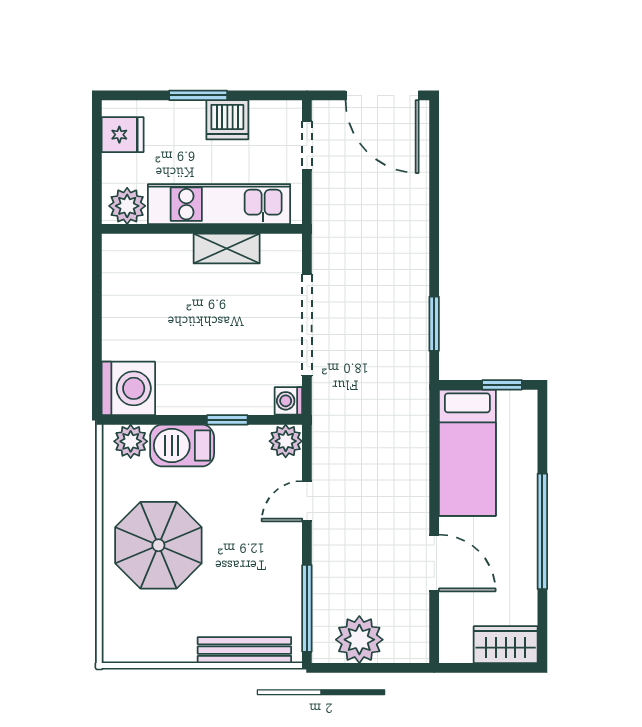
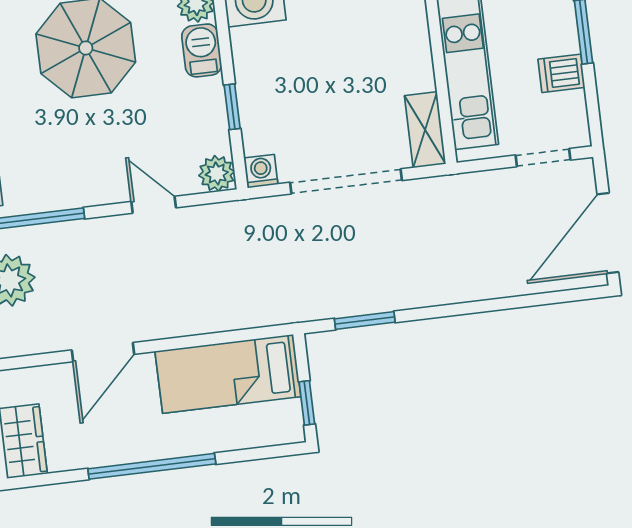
dishwasher: (227, 120) -> (561, 73), width x0.73
shelving: (227, 249) -> (425, 130), moved
barbecue: (182, 446) -> (202, 50), width x0.73, depth x0.79

